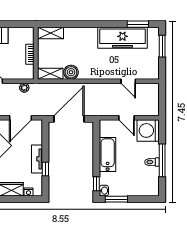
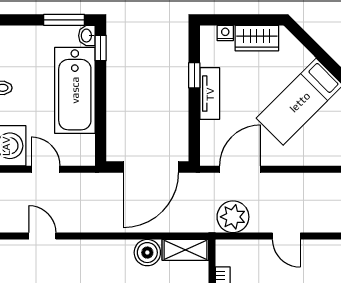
plant: (24, 88) -> (233, 217), width x1.87, depth x1.87
bathtub: (108, 154) -> (75, 90), width x1.36, depth x1.36

